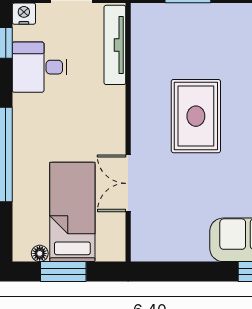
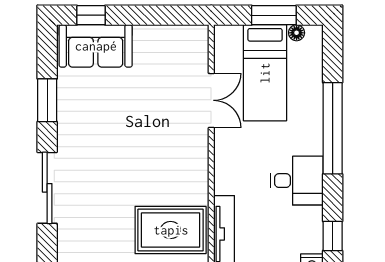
desk: (40, 67) -> (297, 181), moved
rug: (196, 116) -> (171, 230), moved, turned 90

